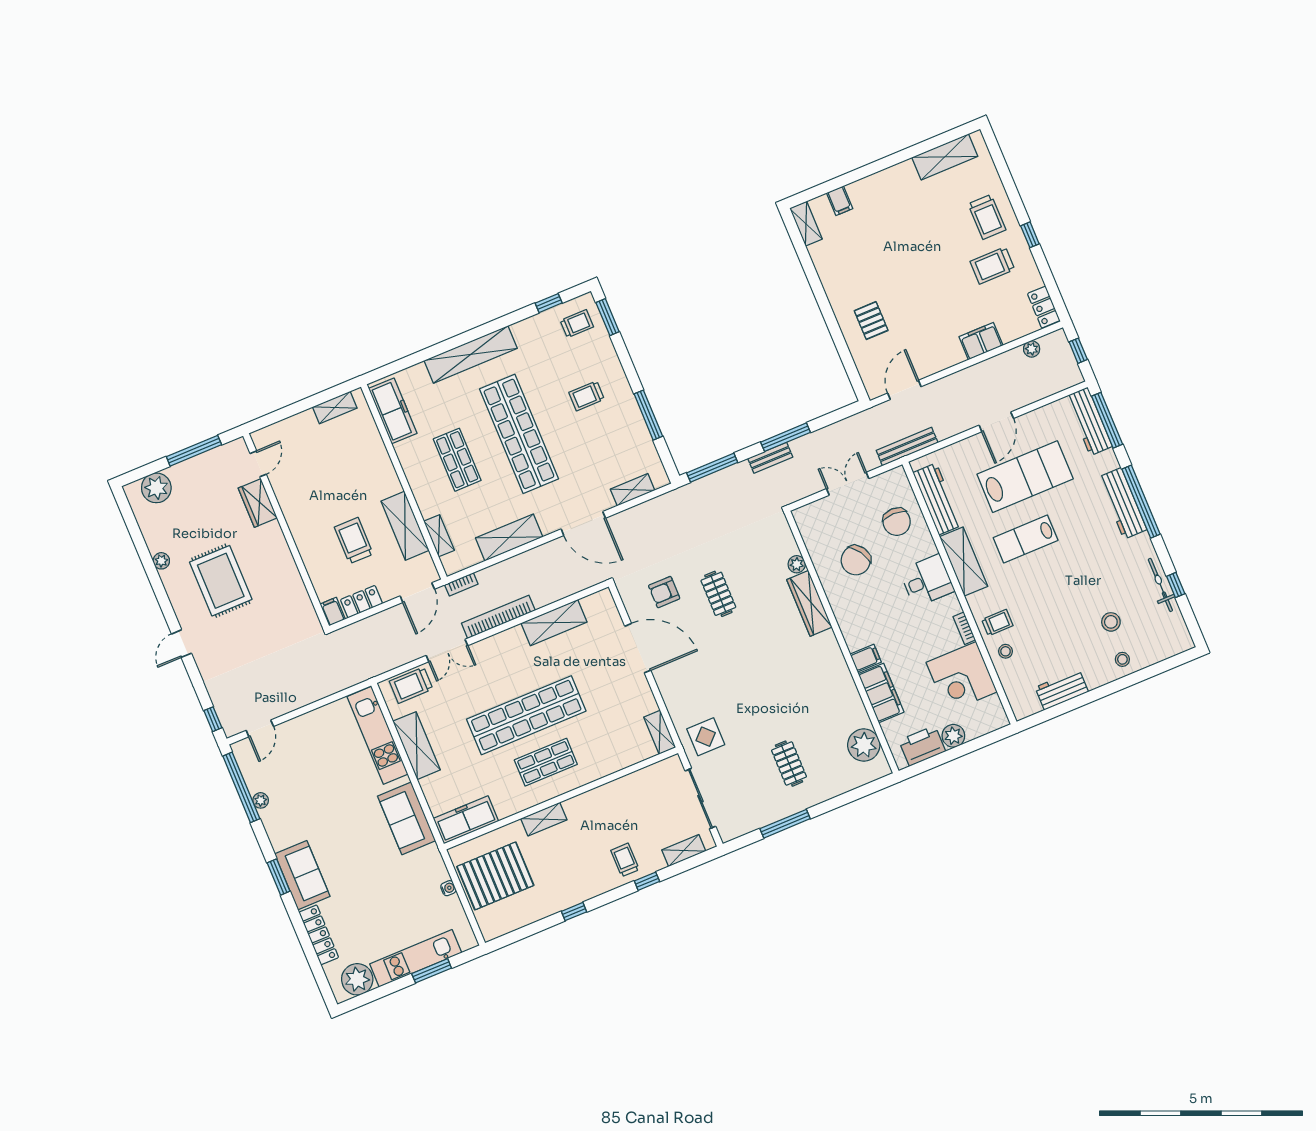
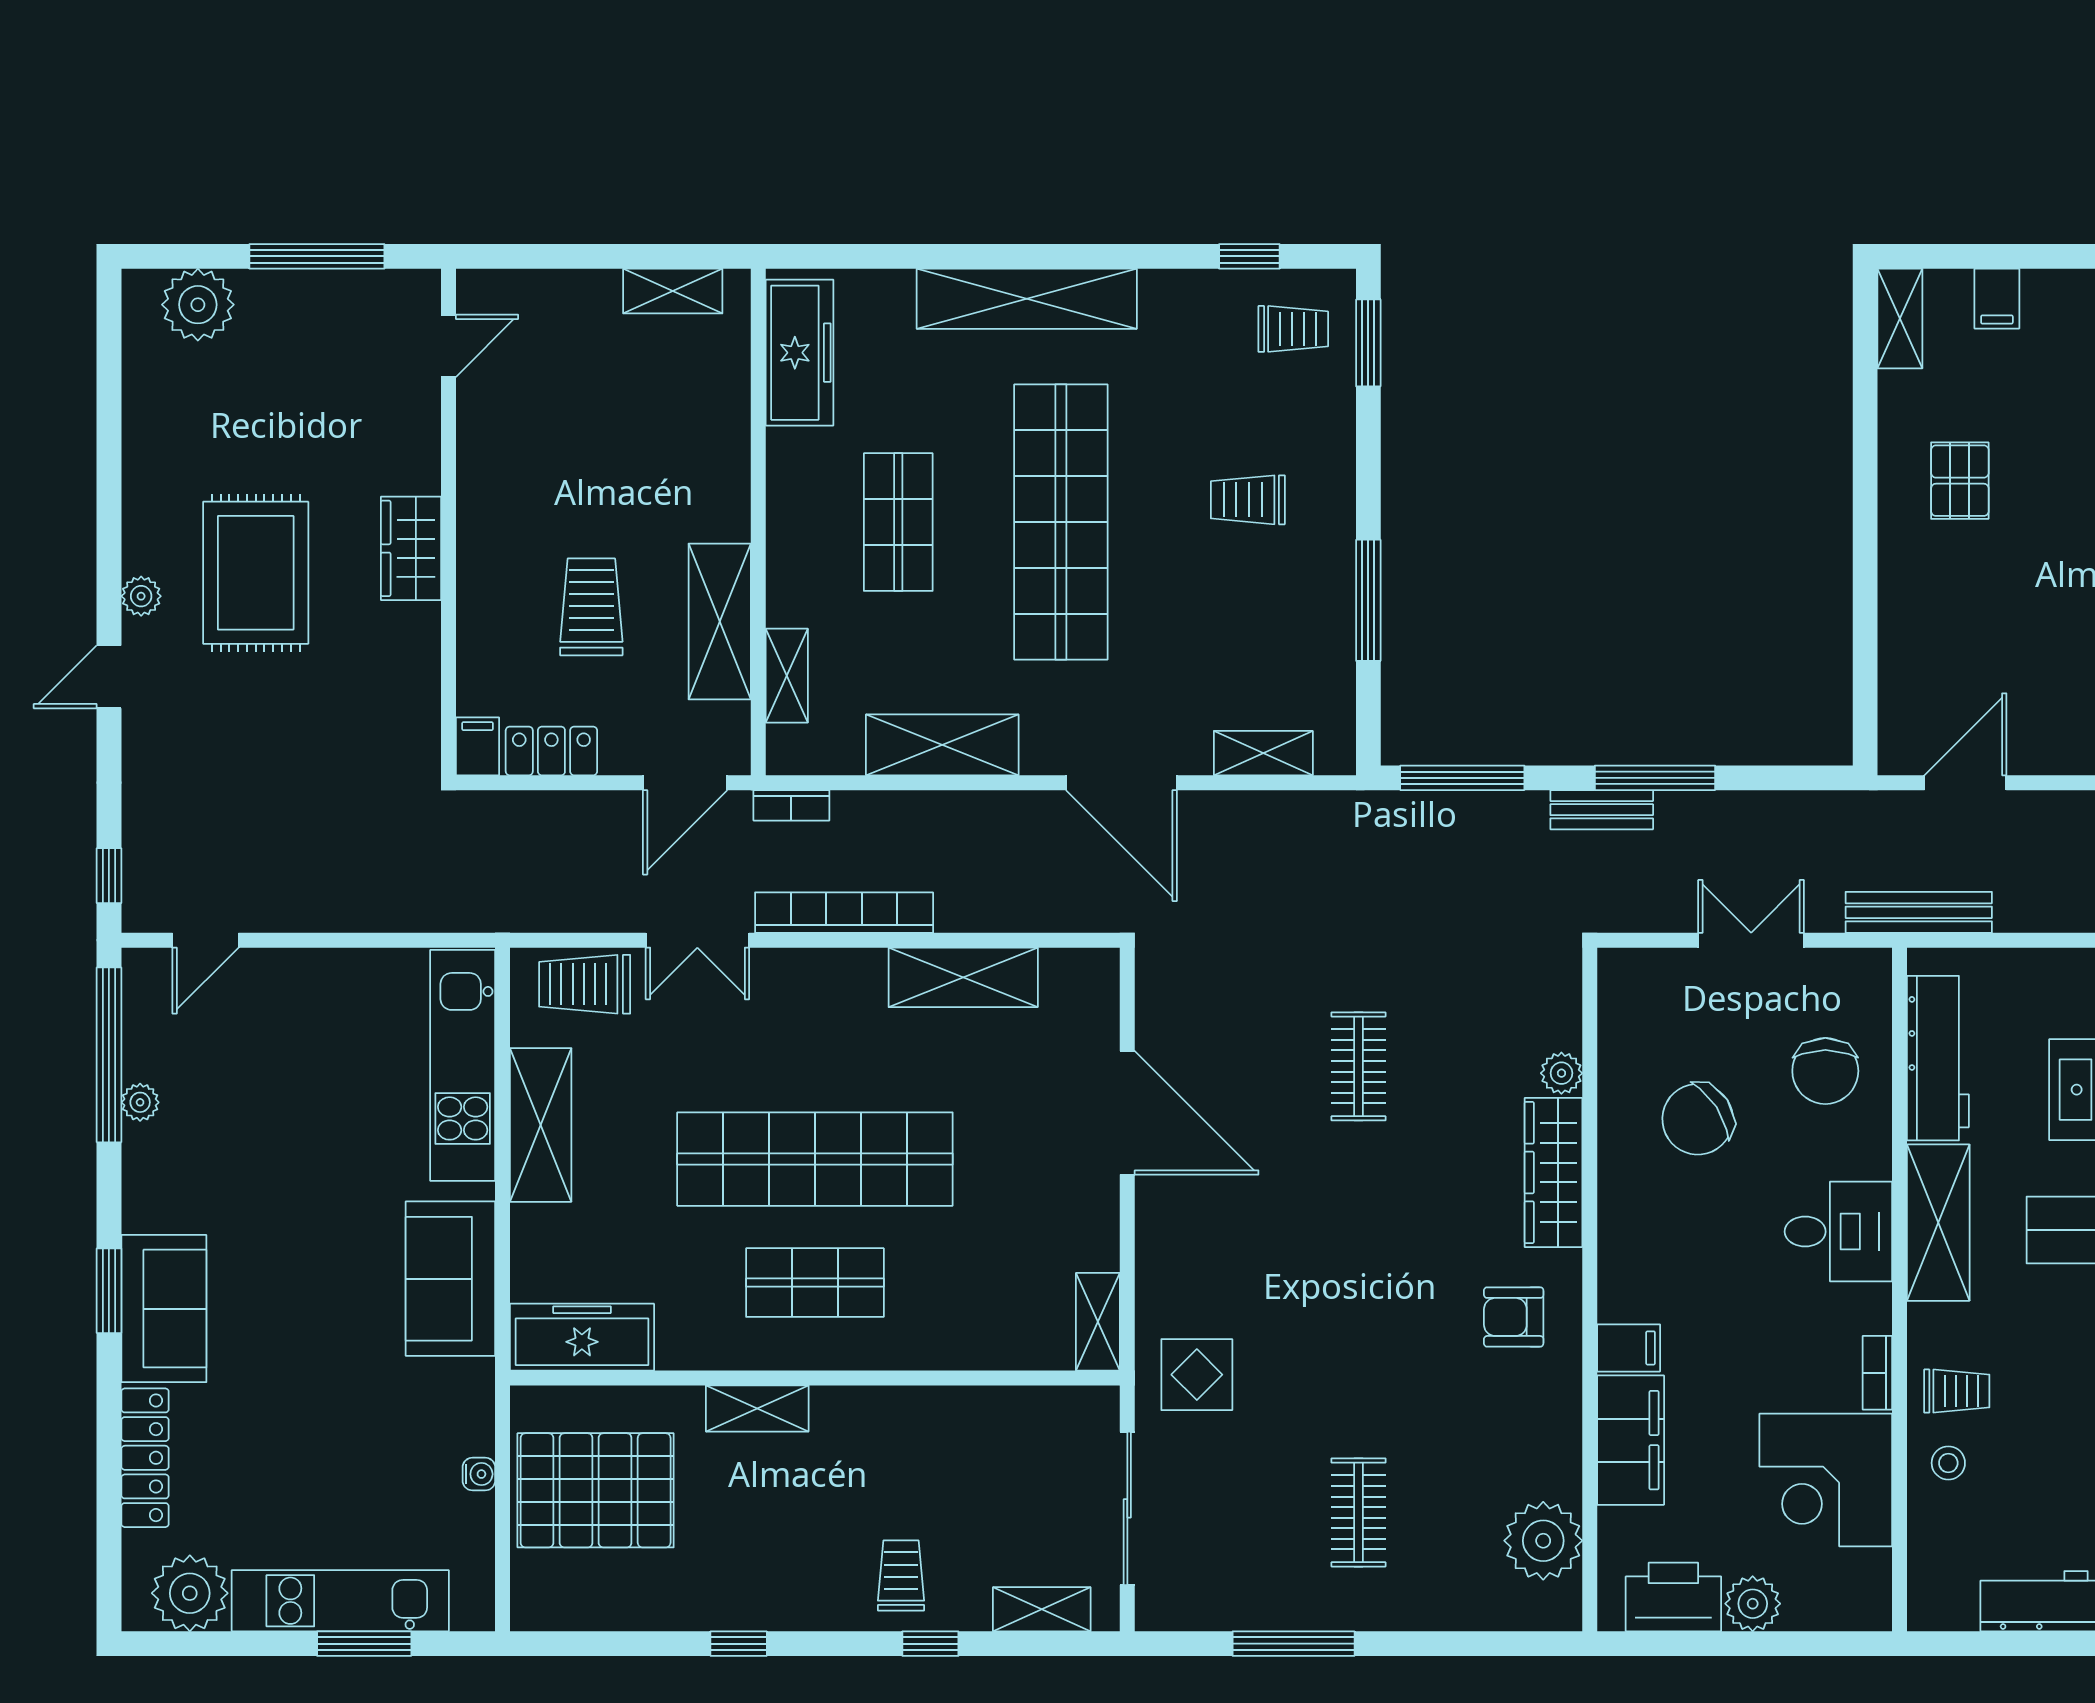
pallet: (871, 321) -> (1960, 481), moved
wardrobe: (258, 503) -> (411, 548), moved
plant: (161, 561) -> (141, 596), moved
armchair: (664, 592) -> (1514, 1317), moved

